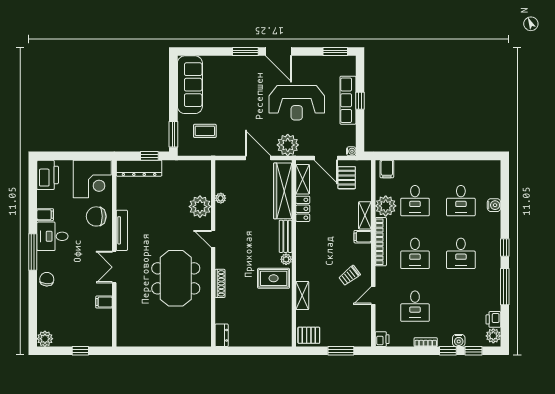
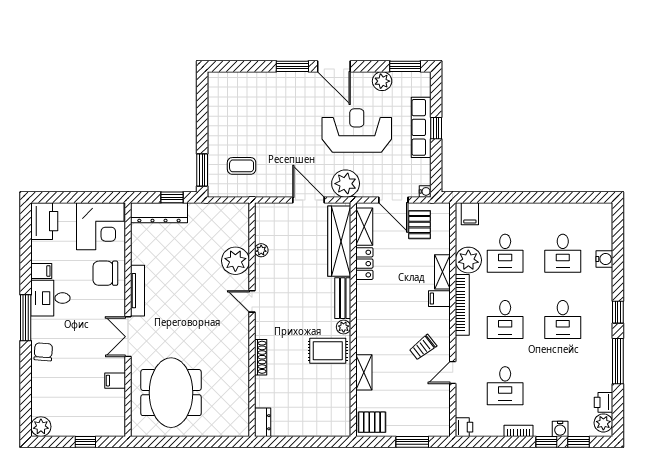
plant: (317, 63) -> (382, 81), added
sofa: (190, 85) -> (223, 108), removed
reception desk: (297, 103) -> (357, 131), turned 180
meeting table: (176, 278) -> (171, 393), moved

